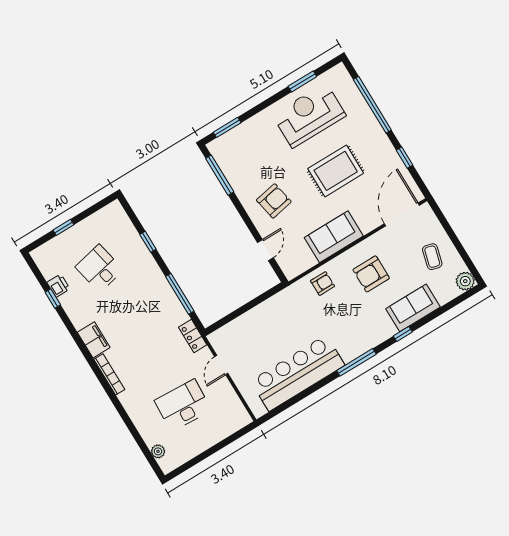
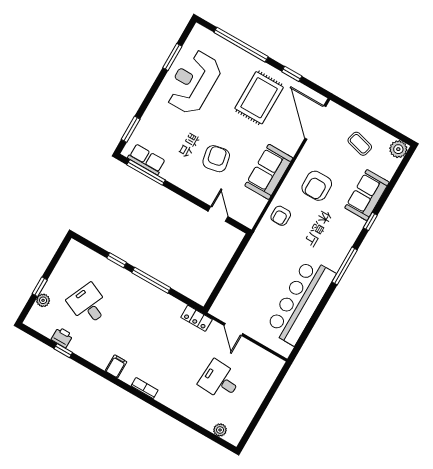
row of seats: (227, 163) -> (147, 159), added
rug: (336, 171) -> (259, 98), moved
armchair: (274, 201) -> (216, 159), moved
plant: (59, 242) -> (43, 300), added
desk: (99, 268) -> (88, 304), turned 36
armchair: (323, 284) -> (281, 216), turned 180
window: (180, 294) -> (151, 280), moved
filing cabinet: (94, 340) -> (116, 366), width x0.50
bookcase: (109, 374) -> (145, 388), width x0.64
desk: (183, 405) -> (220, 380), width x0.73

